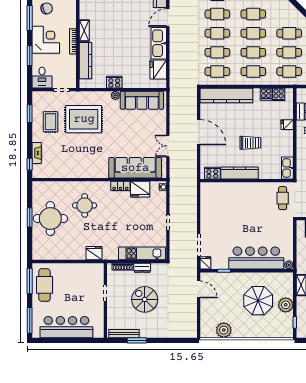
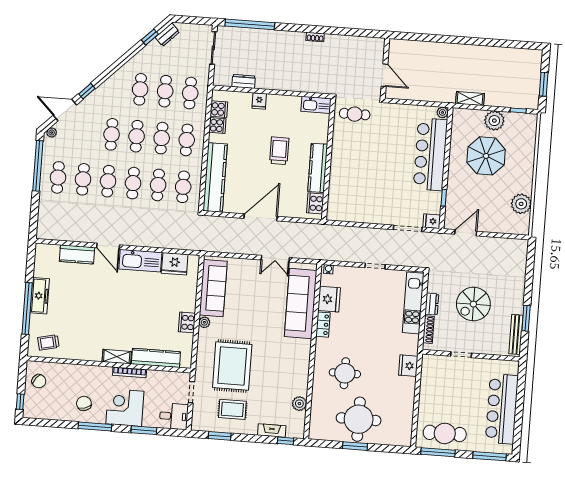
plant: (59, 173) -> (299, 404), added

